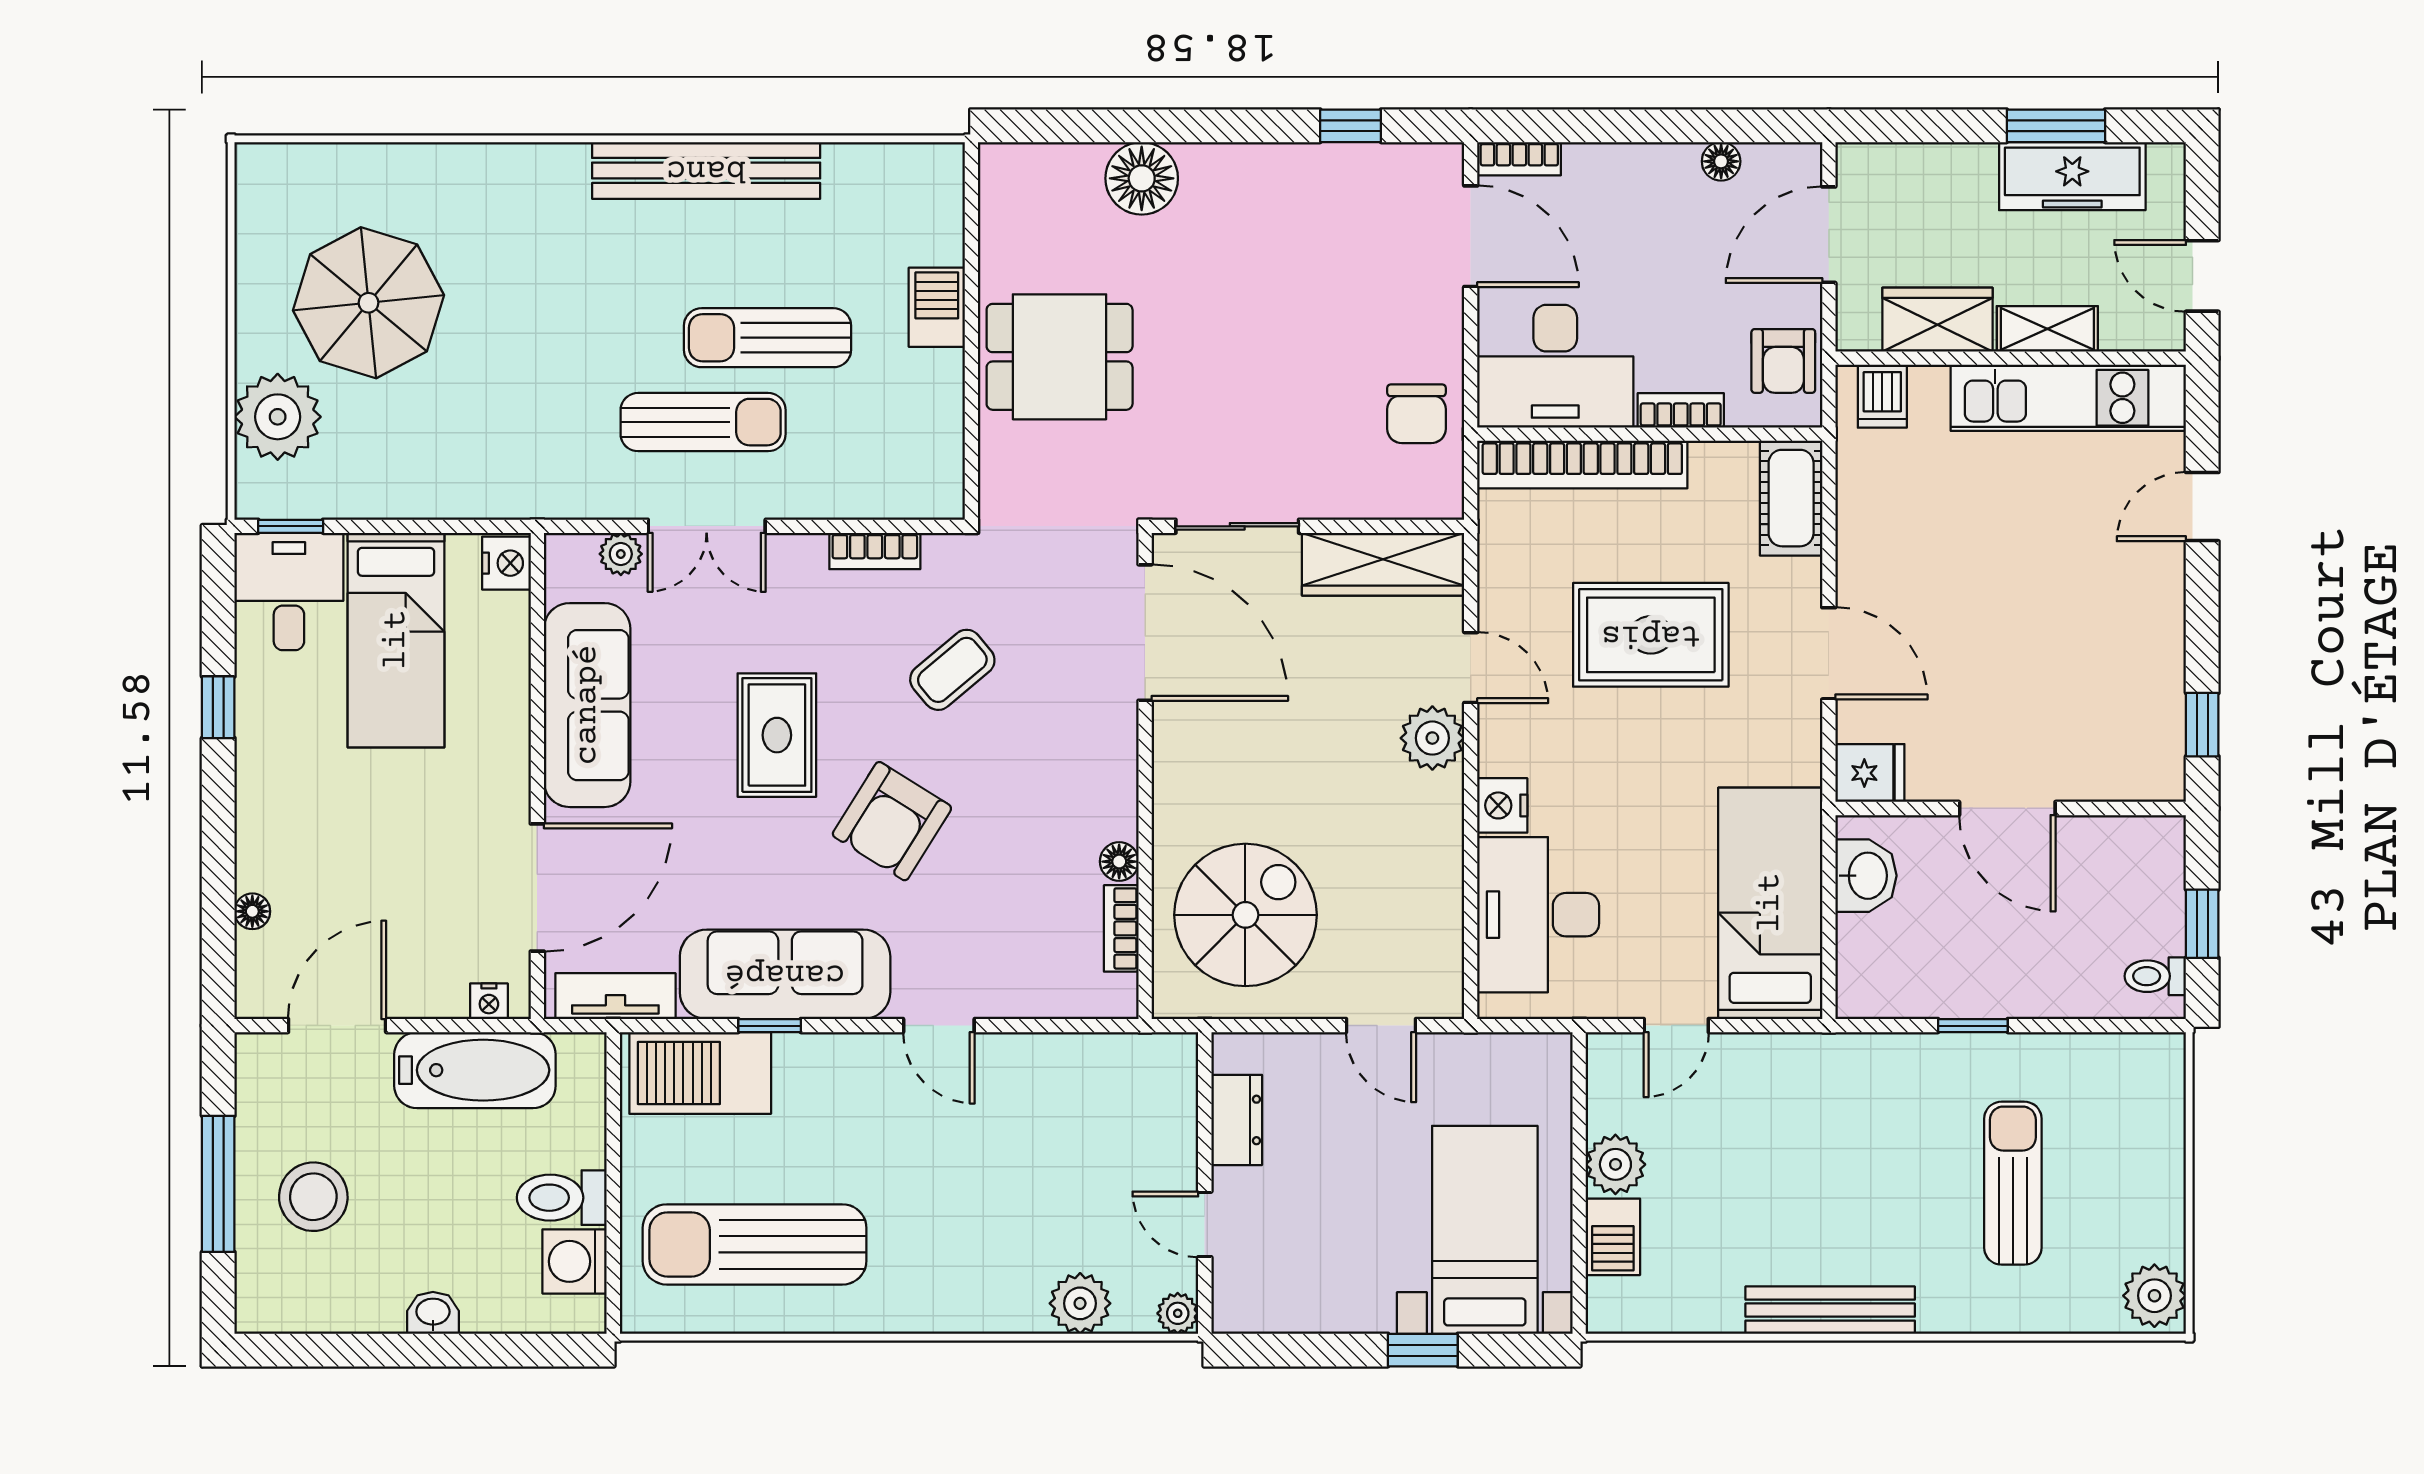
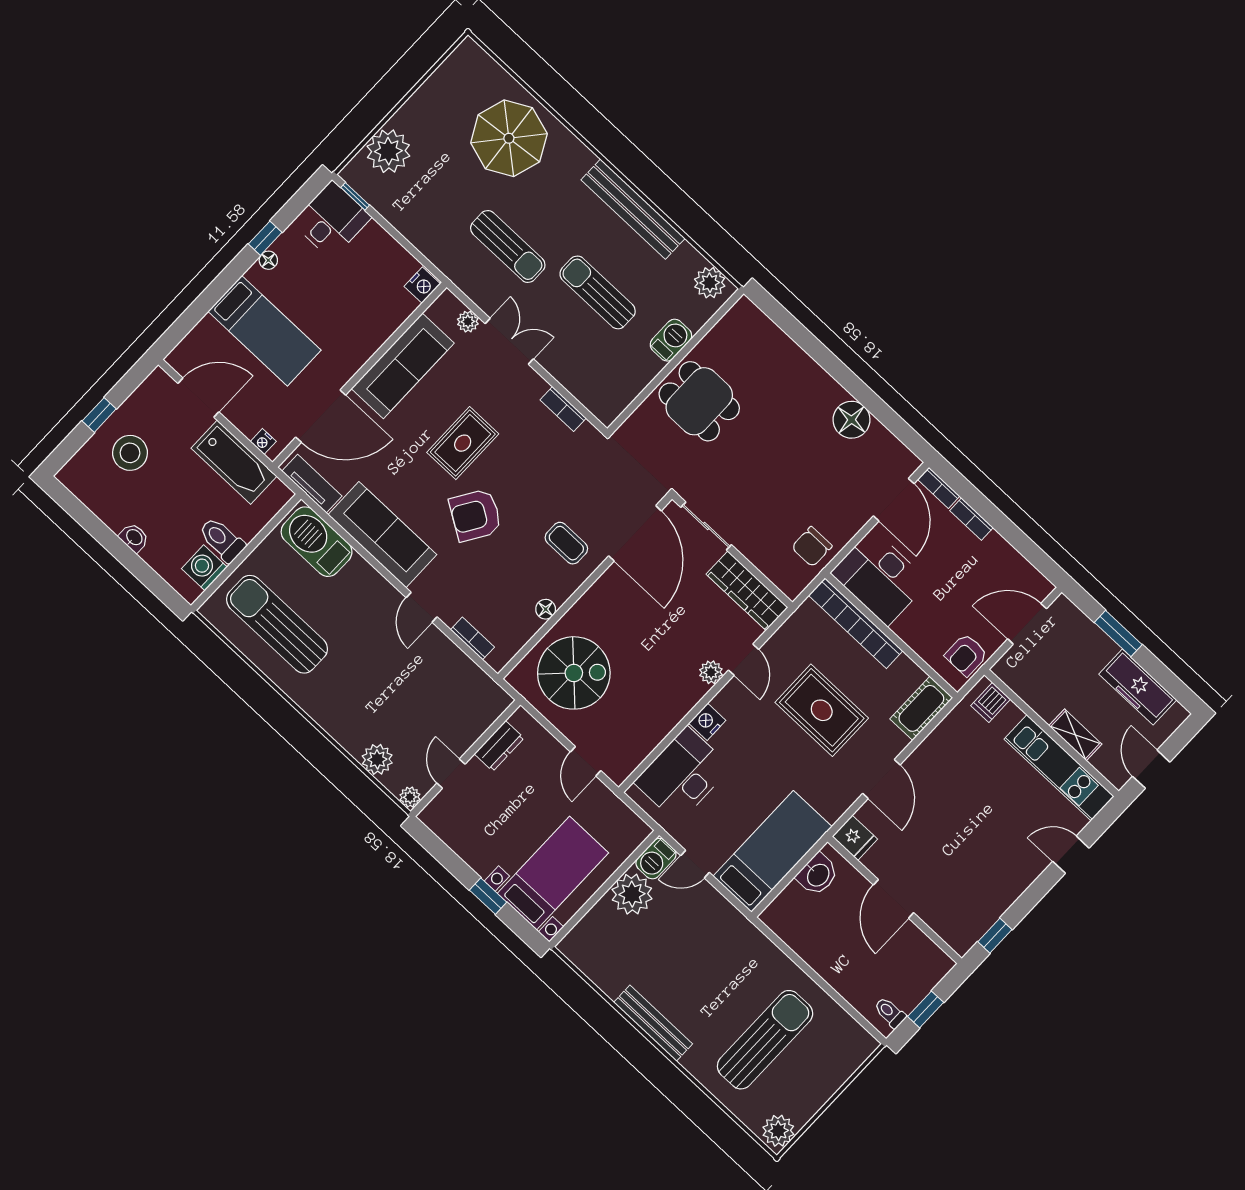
window: (1351, 126) -> (888, 417), removed
window: (2056, 126) -> (1118, 634), moved
floor lamp: (1721, 161) -> (1013, 559), removed
plant: (915, 173) -> (710, 283), added
floor lamp: (1142, 178) -> (852, 420), moved
parasol: (368, 303) -> (509, 138), moved
wardrobe: (1937, 320) -> (1038, 693), removed
bookcase: (1681, 410) -> (972, 519), moved, turned 180
sun lounger: (703, 422) -> (508, 246), moved
double door: (707, 526) -> (509, 341), swing flipped
bed: (396, 640) -> (265, 331), moved, turned -90
coffee table: (952, 670) -> (566, 543), moved, turned 40
plant: (1432, 738) -> (711, 672), width x0.73, depth x0.73
floor lamp: (252, 911) -> (268, 260), moved
bookcase: (1121, 928) -> (472, 638), moved, turned 90
window: (770, 1026) -> (359, 548), removed
window: (1973, 1026) -> (805, 967), removed
plant: (1615, 1164) -> (632, 894), width x1.36, depth x1.36
sun lounger: (2013, 1183) -> (765, 1040), width x1.36, depth x1.34
window: (218, 1184) -> (99, 415), width x0.46
barbecue: (1613, 1237) -> (656, 859), moved

